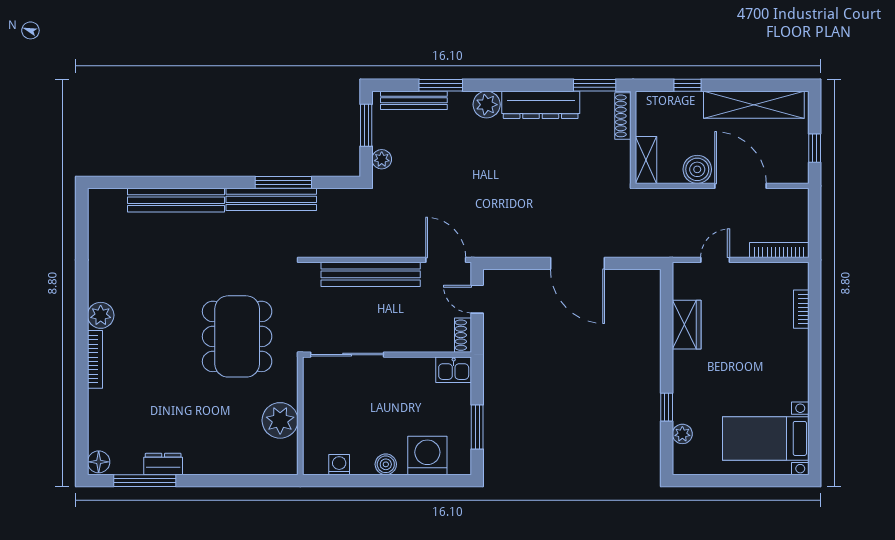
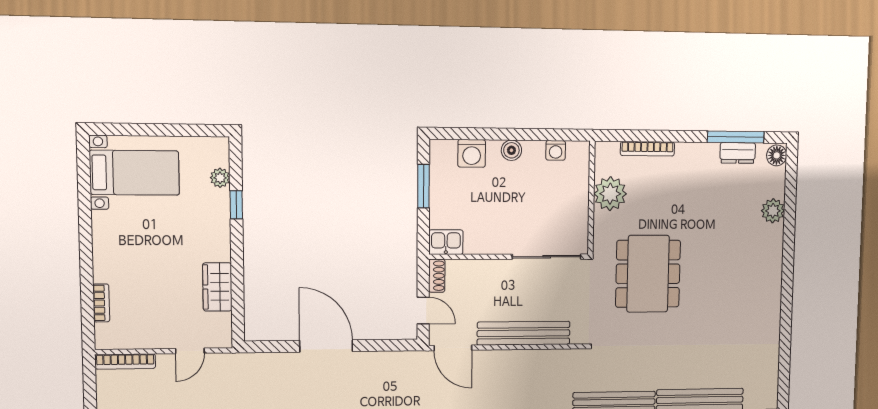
plant: (101, 315) -> (773, 211), moved
bookcase: (95, 359) -> (647, 149), moved, turned -90
washing machine: (427, 455) -> (472, 153), width x0.73, depth x0.73
dresser: (163, 464) -> (738, 153), moved

